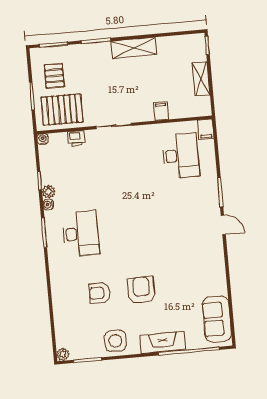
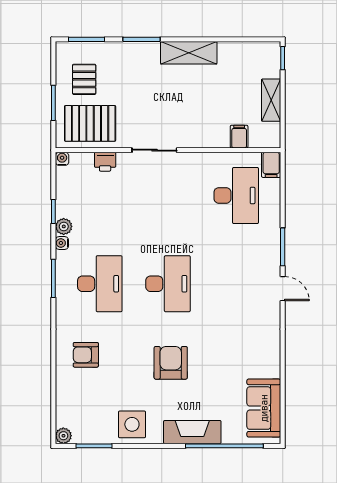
filing cabinet: (161, 111) -> (239, 137), moved
desk: (134, 229) -> (168, 284), added
armchair: (99, 293) -> (86, 355), moved

